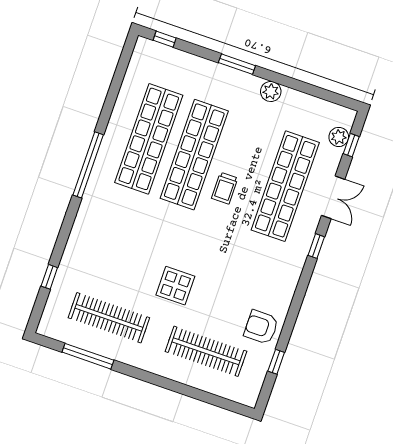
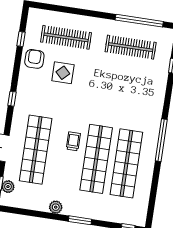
window: (316, 246) -> (12, 99), moved
display table: (175, 286) -> (63, 73), moved
armchair: (261, 327) -> (34, 59), turned -90
window: (88, 356) -> (139, 21), width x1.46

